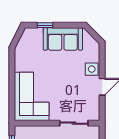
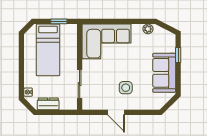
plant: (19, 55) -> (148, 29), added
side table: (92, 69) -> (126, 88), moved

